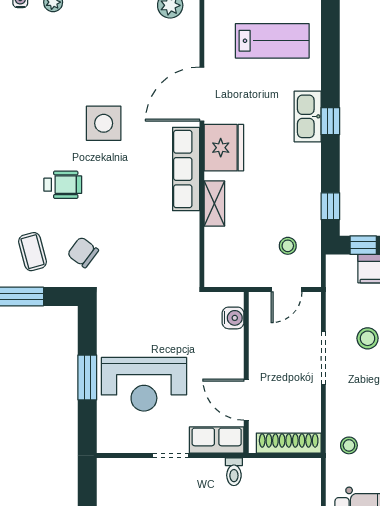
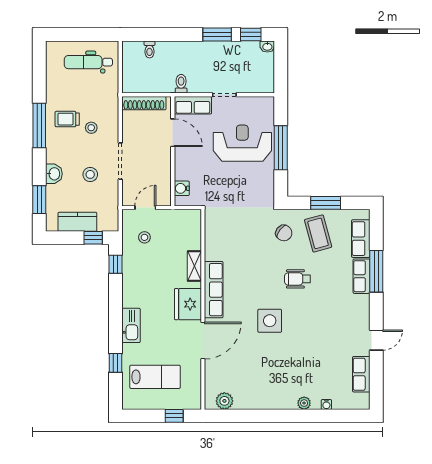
lab bench: (272, 41) -> (155, 377), turned 180
window: (330, 121) -> (115, 363), moved
coffee table: (33, 252) -> (318, 233), width x1.36, depth x1.30
window: (87, 378) -> (281, 148), width x1.44
stool: (349, 445) -> (91, 128), moved

